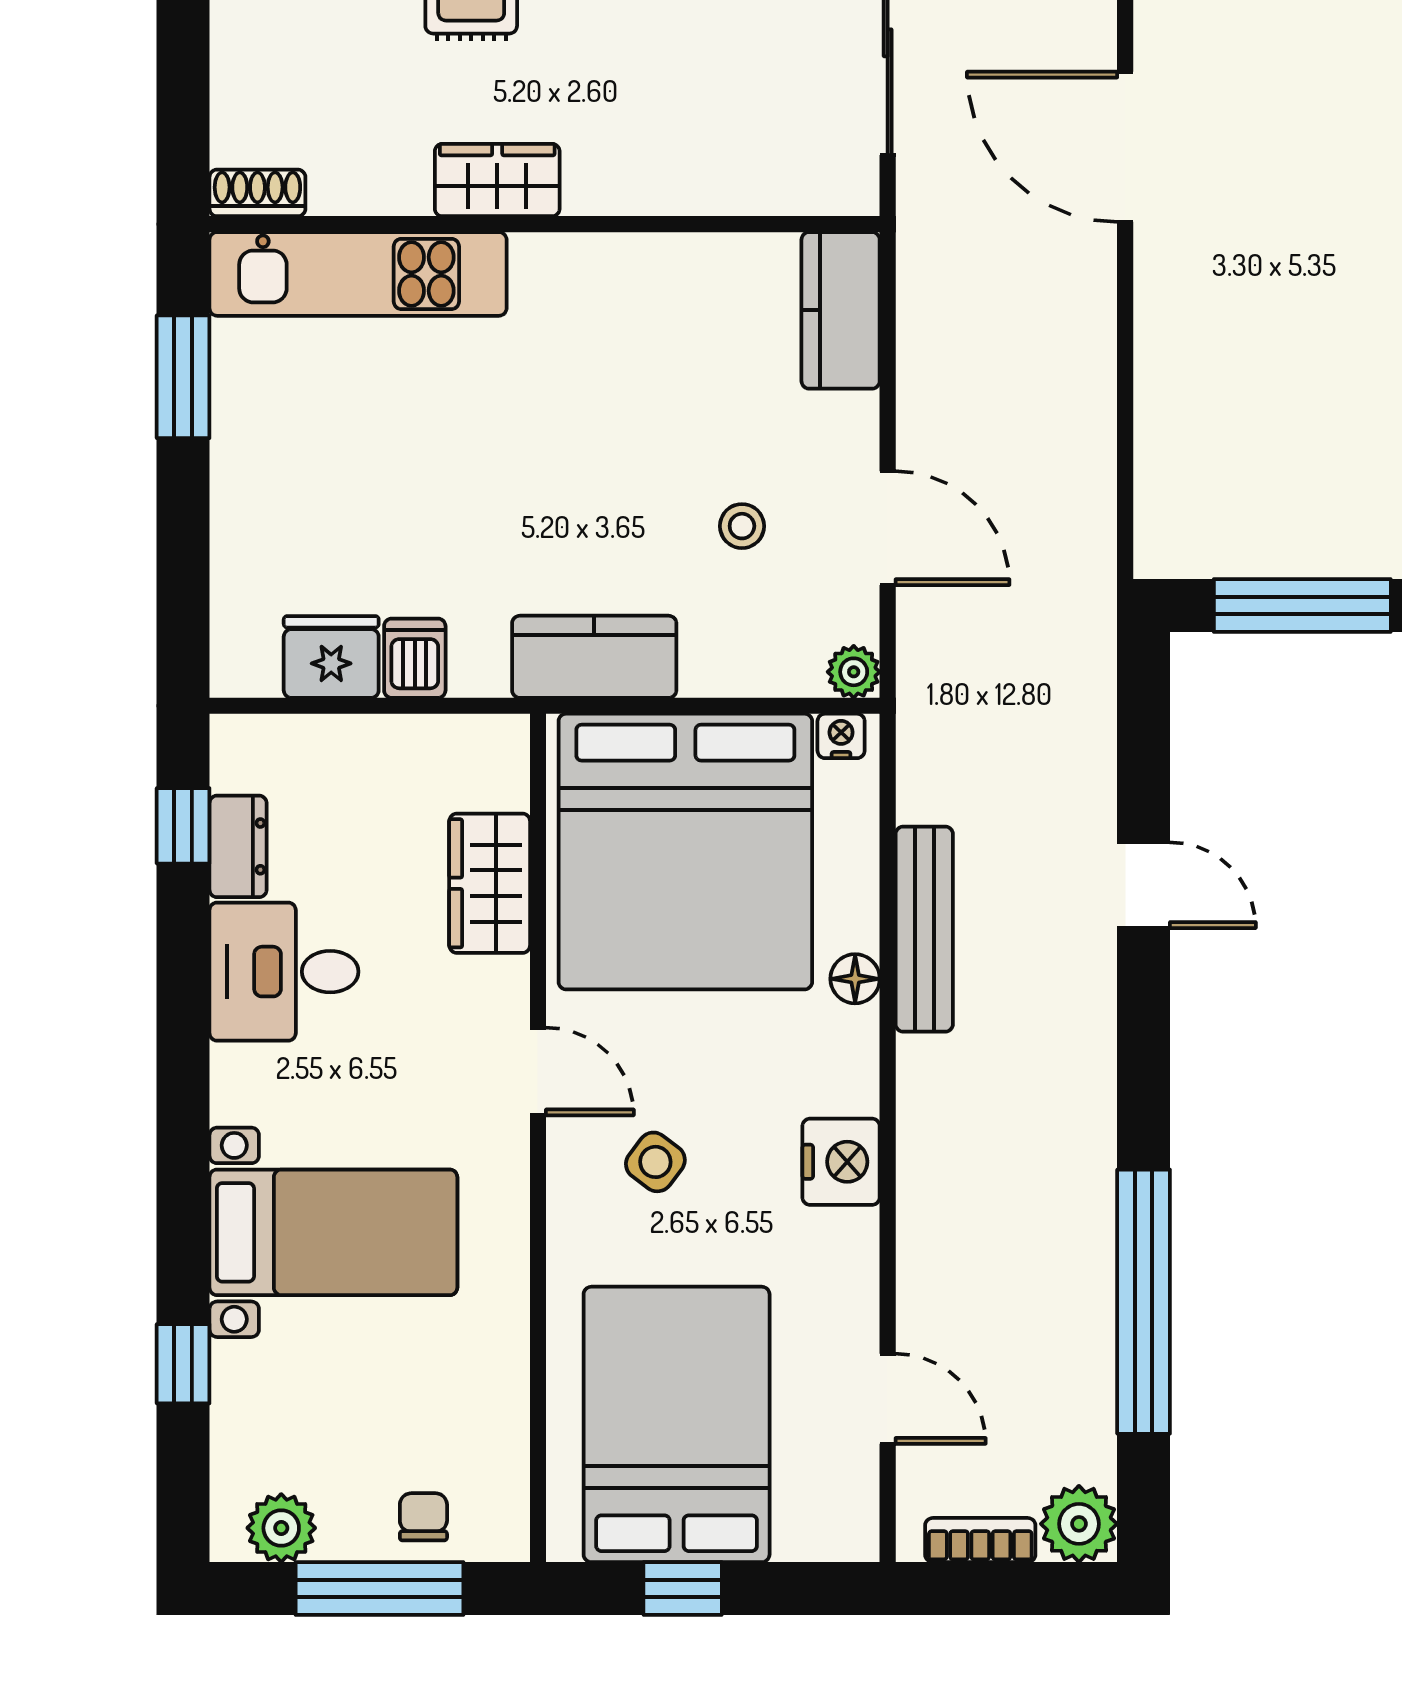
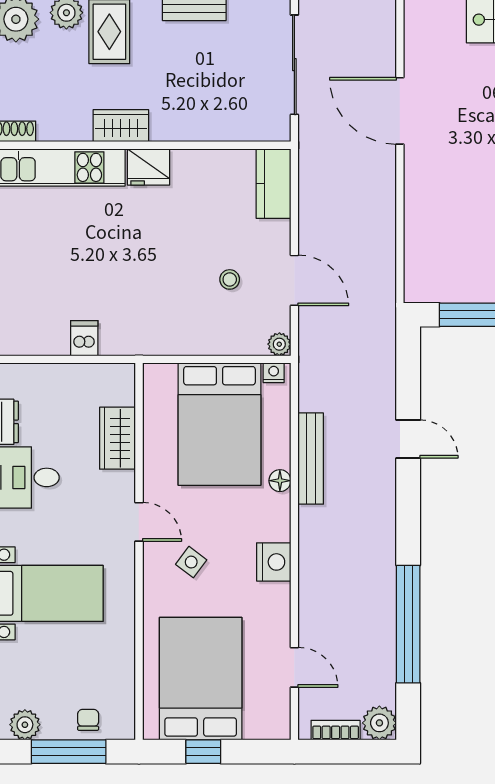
fridge: (331, 657) -> (149, 167), moved, turned 180
kitchen counter: (594, 657) -> (164, 338), removed
bed: (685, 852) -> (220, 424), width x0.73

